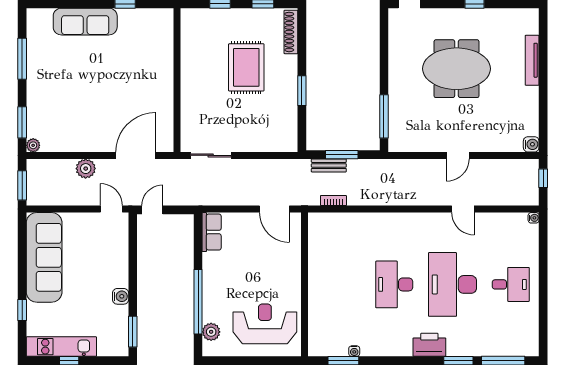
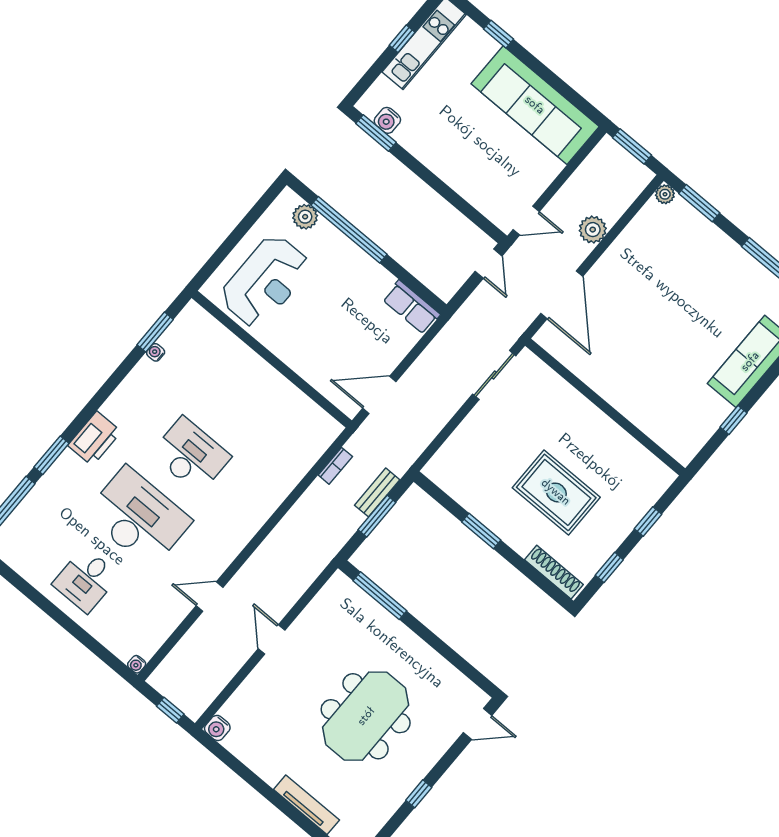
water cooler: (121, 296) -> (387, 120), moved

